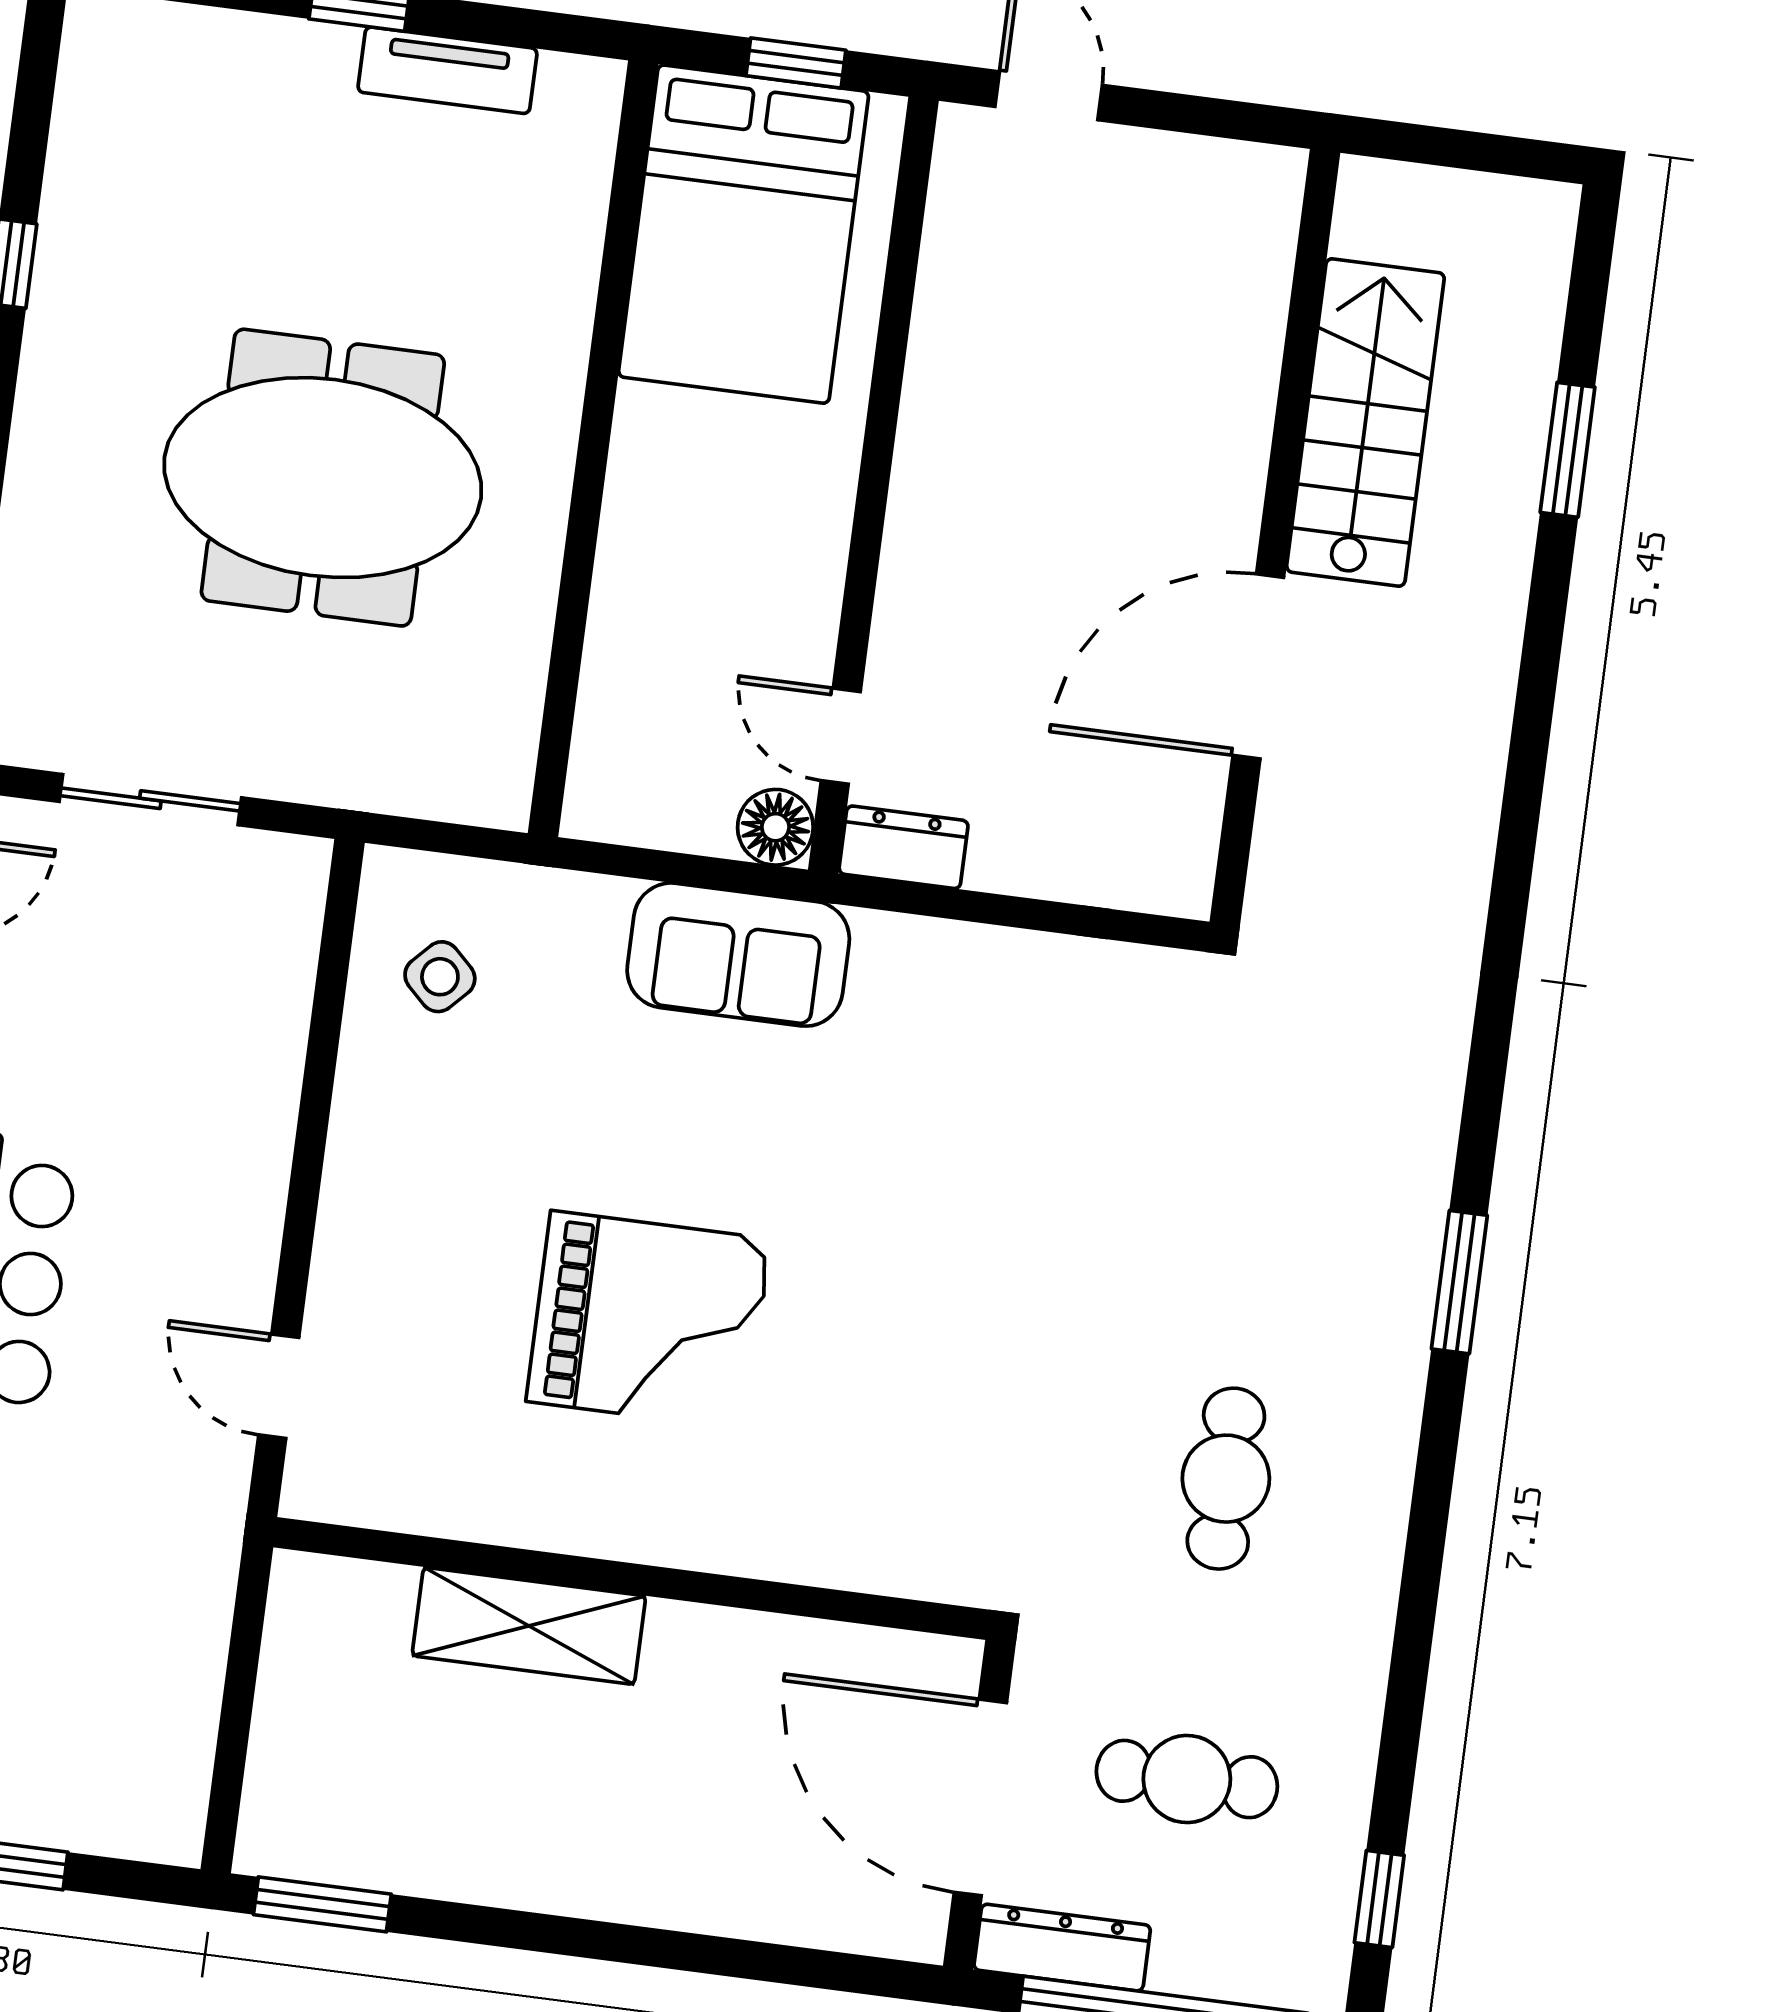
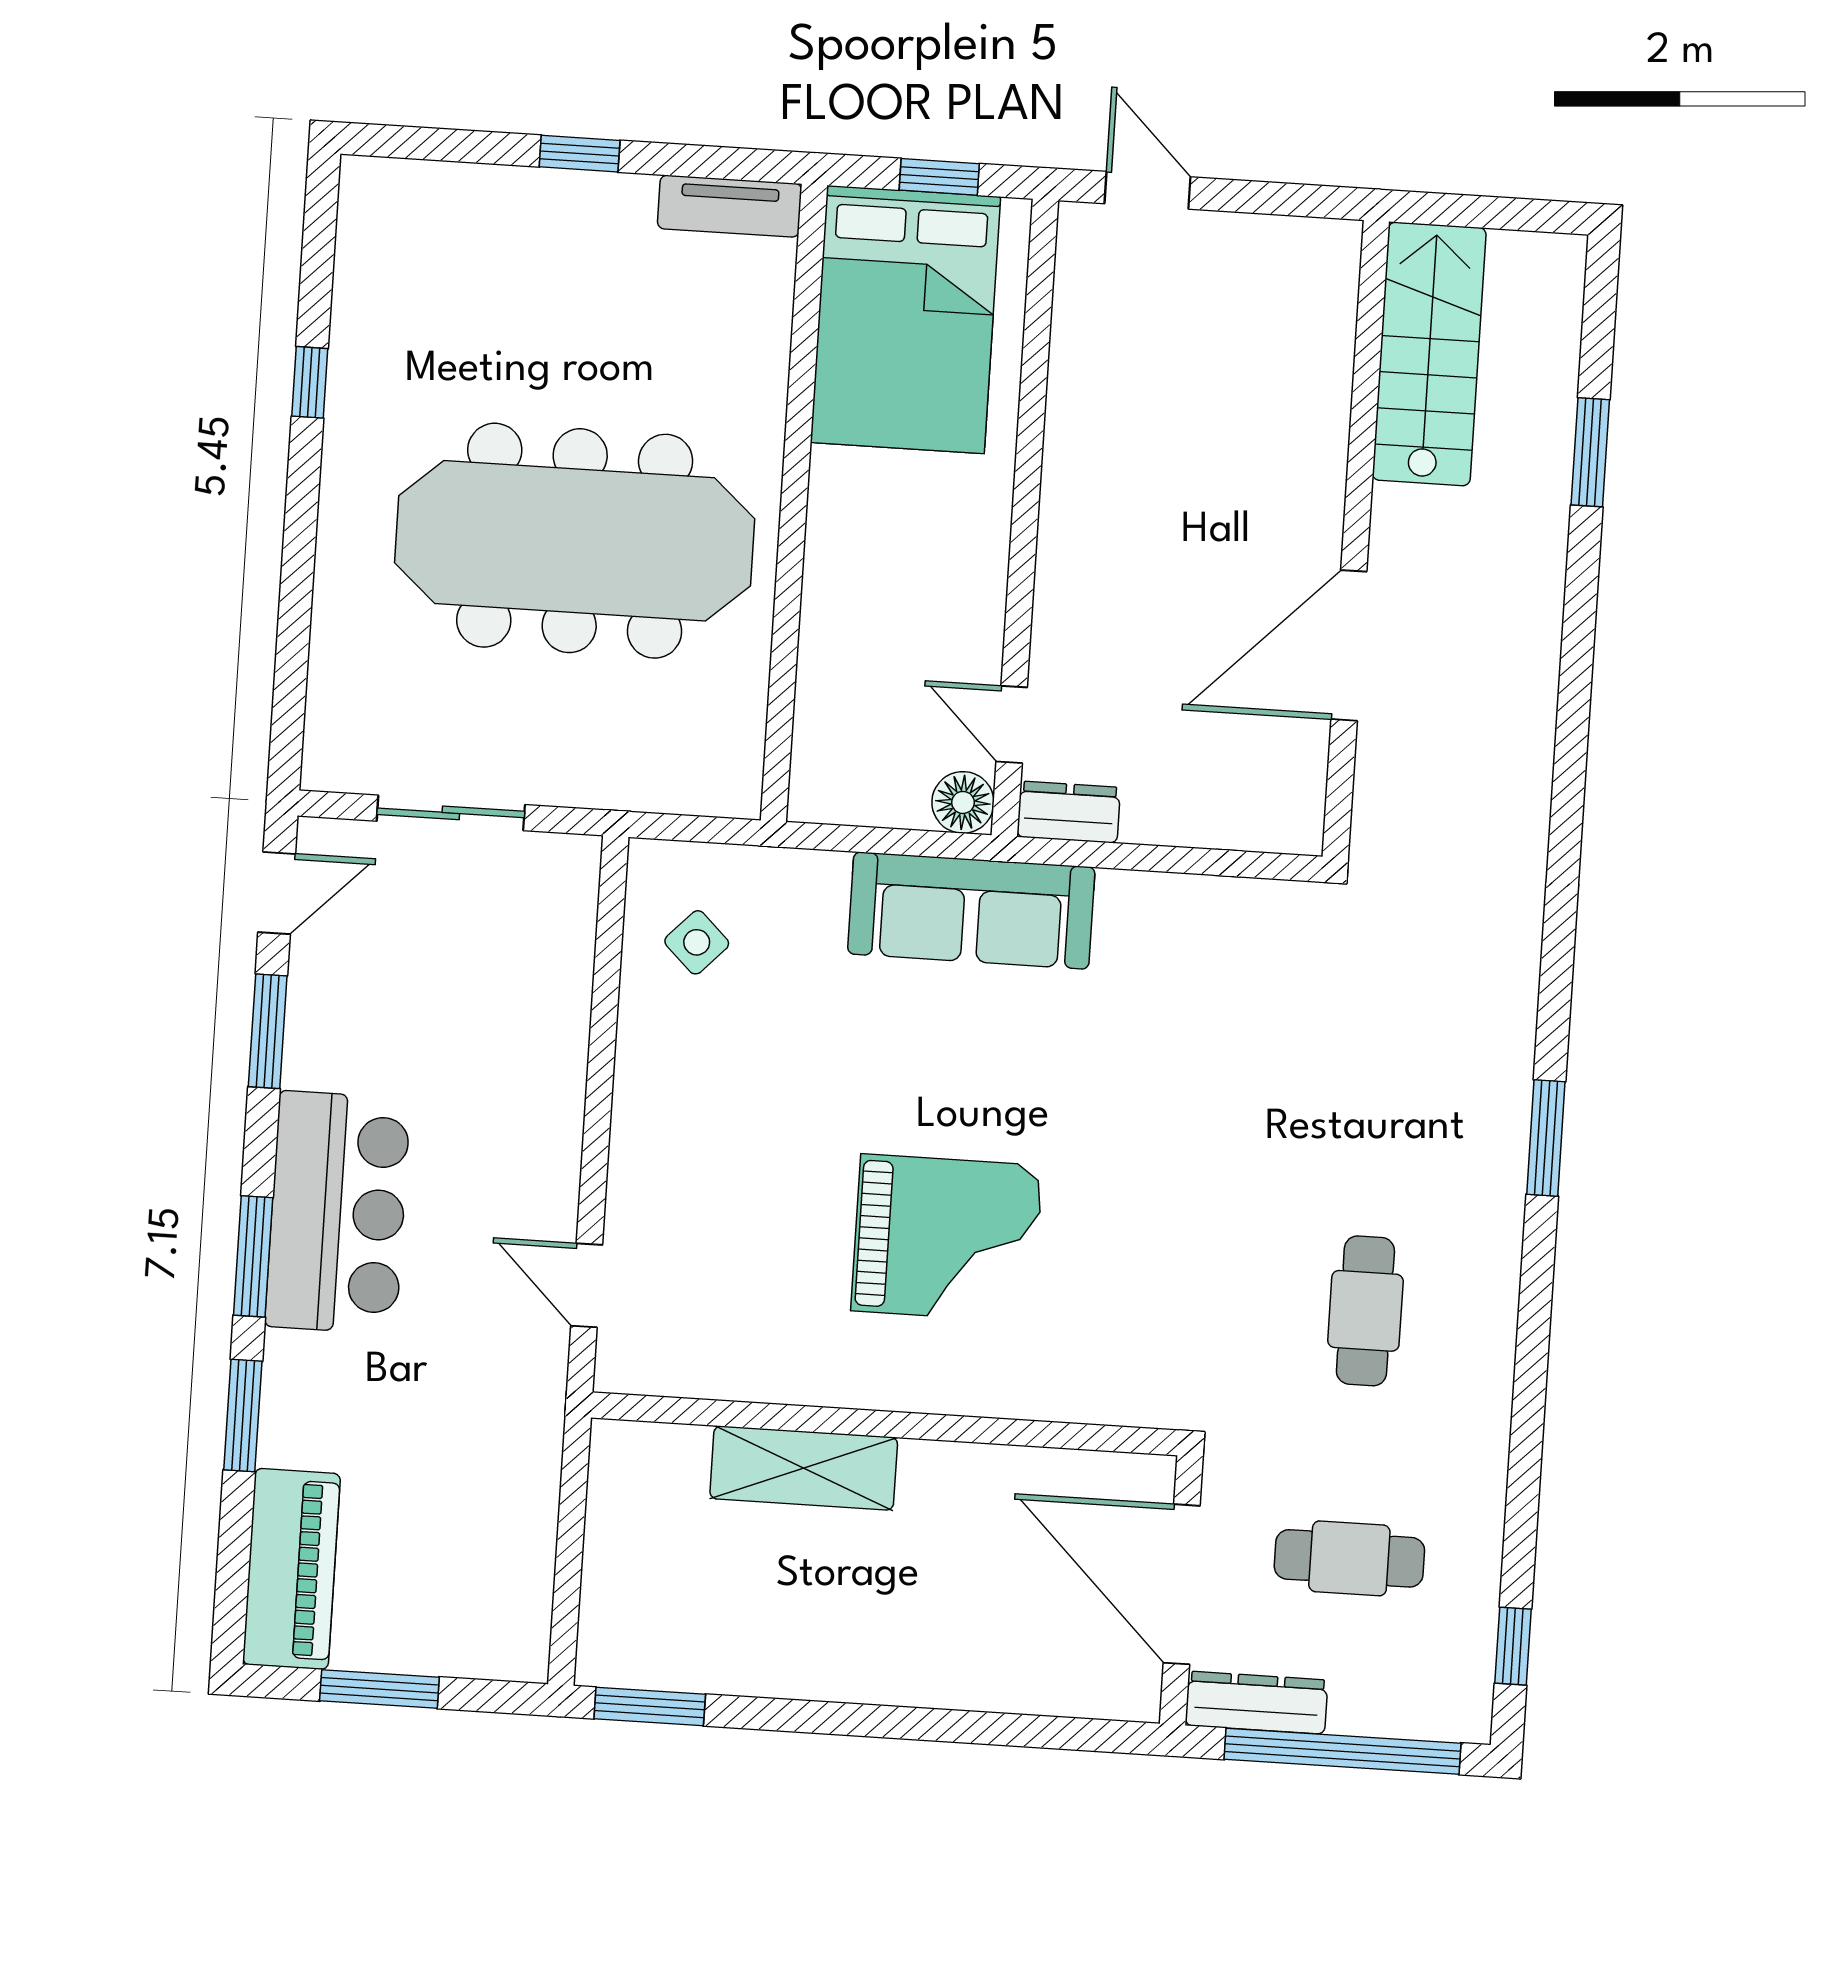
tv unit: (448, 70) -> (730, 206), moved
stairs: (1365, 422) -> (1429, 354), moved
meeting table: (323, 478) -> (575, 541), width x1.36
sofa: (738, 955) -> (971, 911), width x1.36
grand piano: (648, 1320) -> (947, 1238), moved

